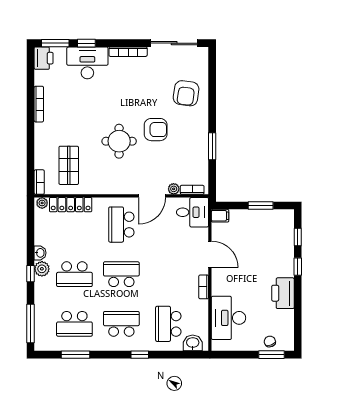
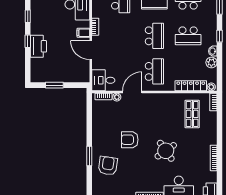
round table: (119, 141) -> (166, 151), moved, turned -35
window: (212, 146) -> (89, 156), moved
filing cabinet: (220, 216) -> (83, 33), moved
window: (298, 237) -> (28, 16), moved
plant: (42, 269) -> (211, 63), moved
school desk: (74, 274) -> (188, 36), turned 180
school desk: (121, 274) -> (154, 36), turned -90
printer: (283, 293) -> (38, 46), moved

